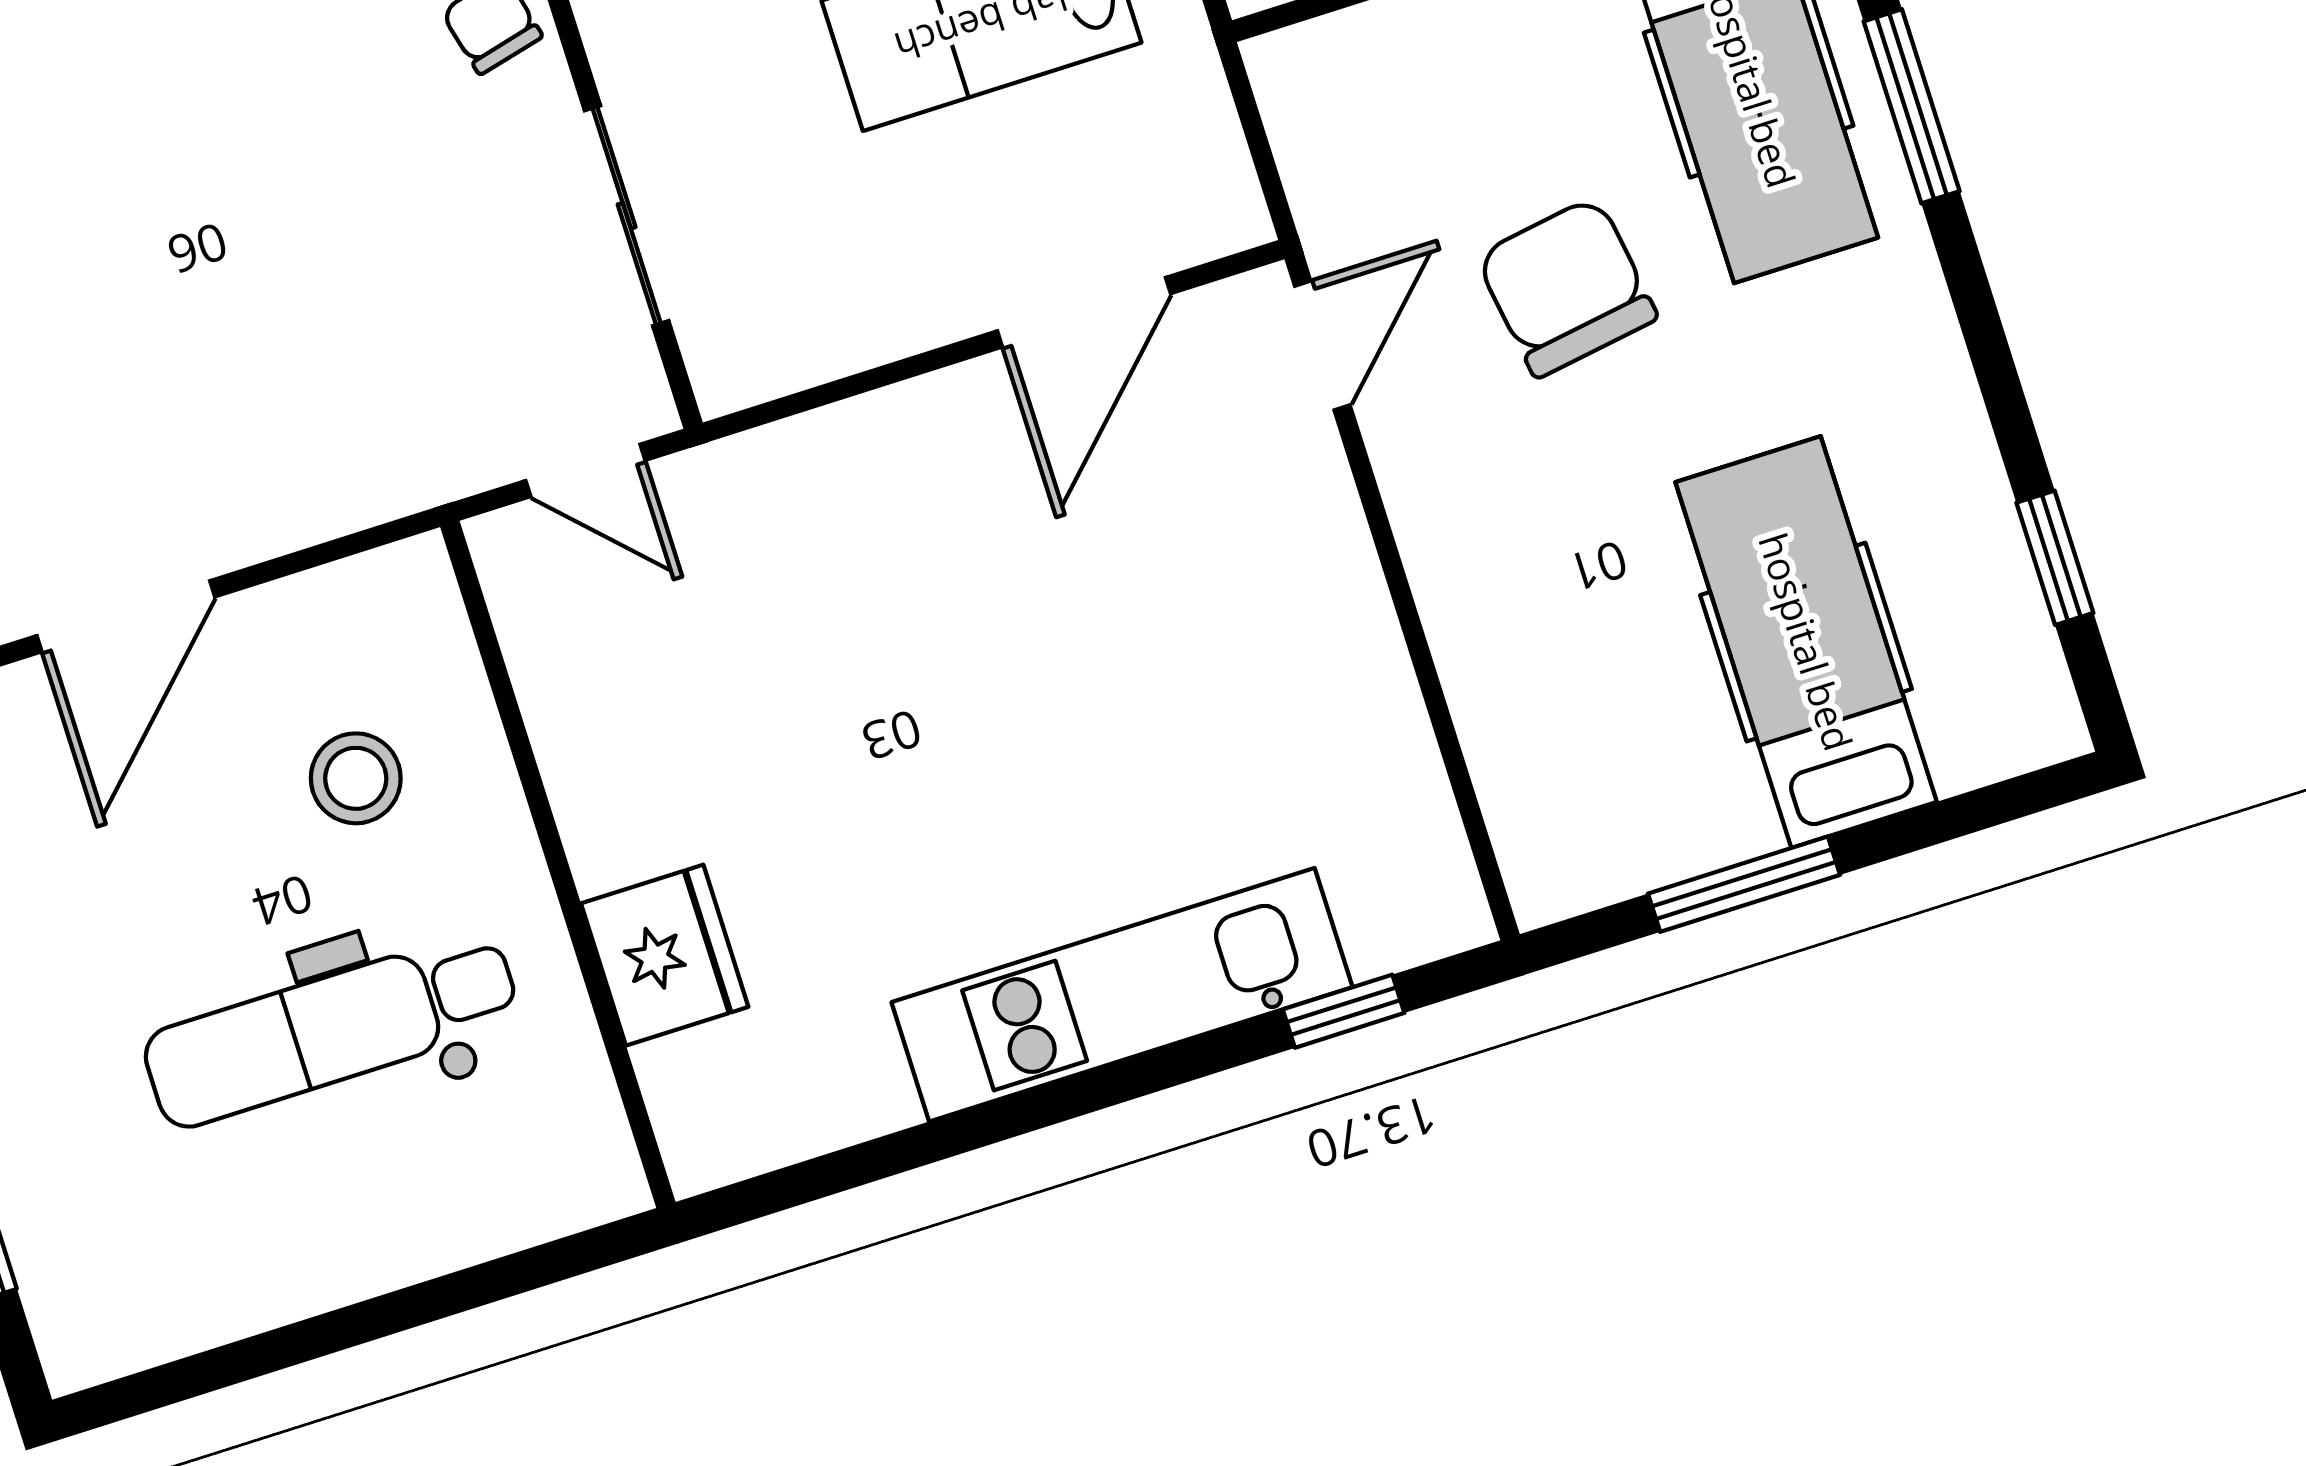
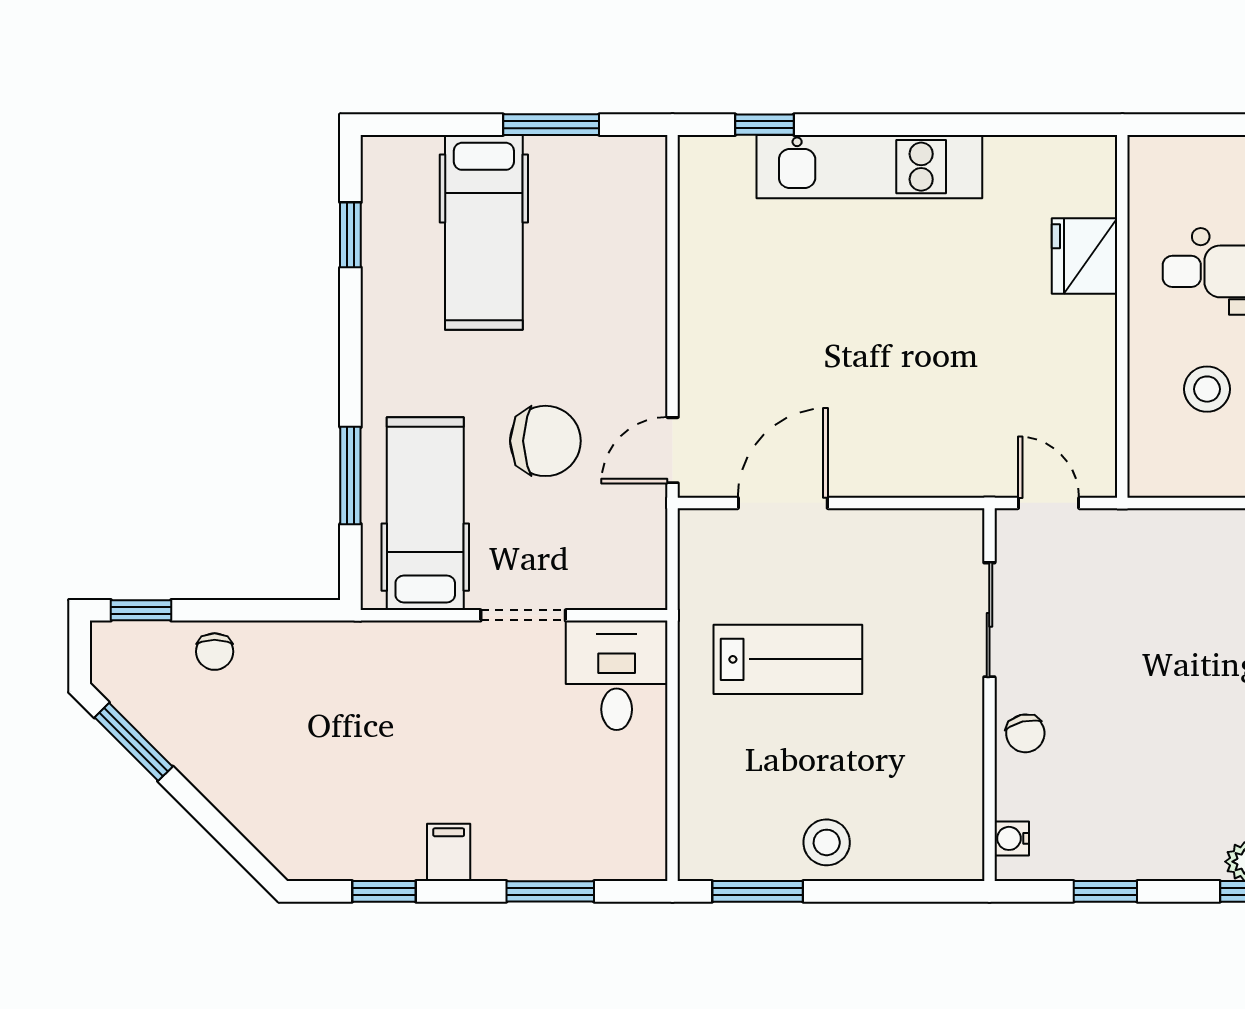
chair: (1566, 287) -> (545, 441), turned -81

